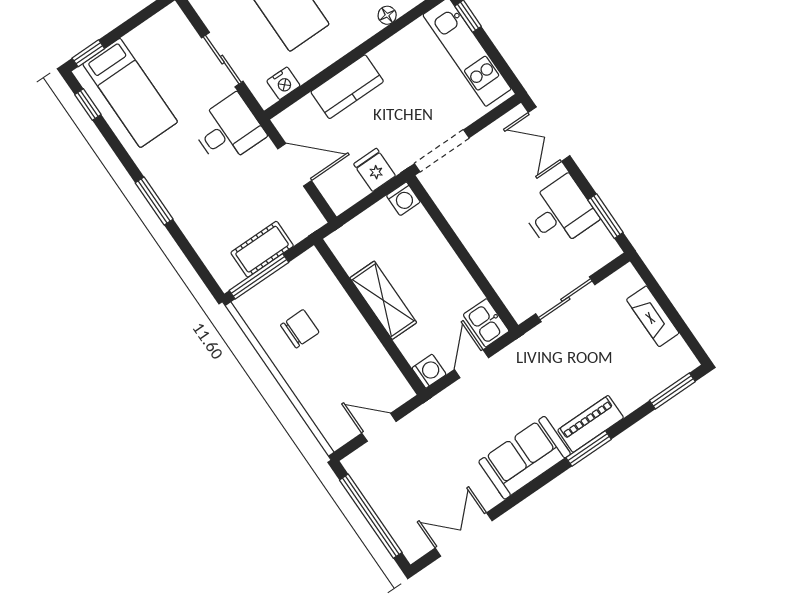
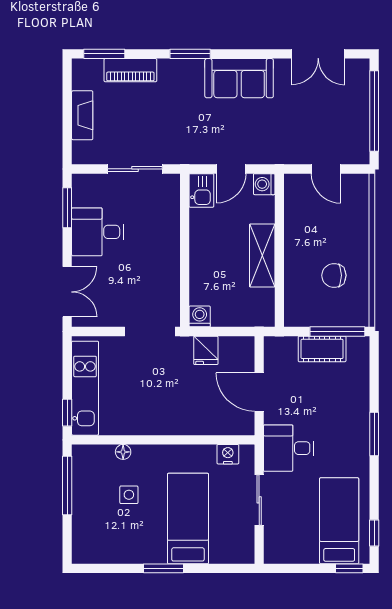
kitchen counter: (347, 87) -> (185, 421), removed
piano: (591, 424) -> (130, 70), moved

